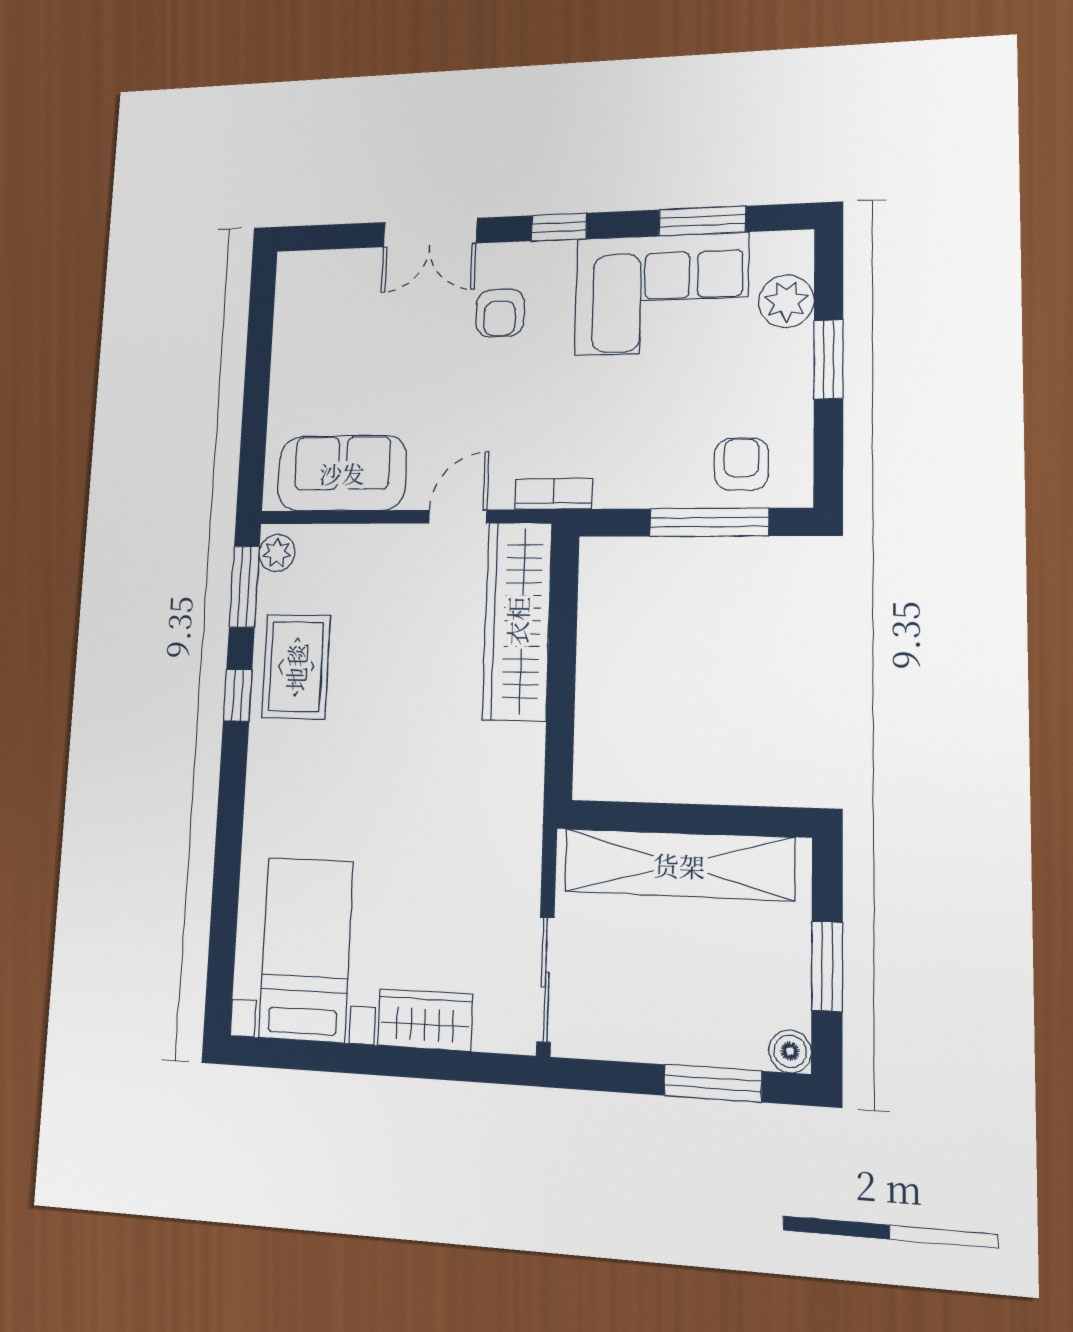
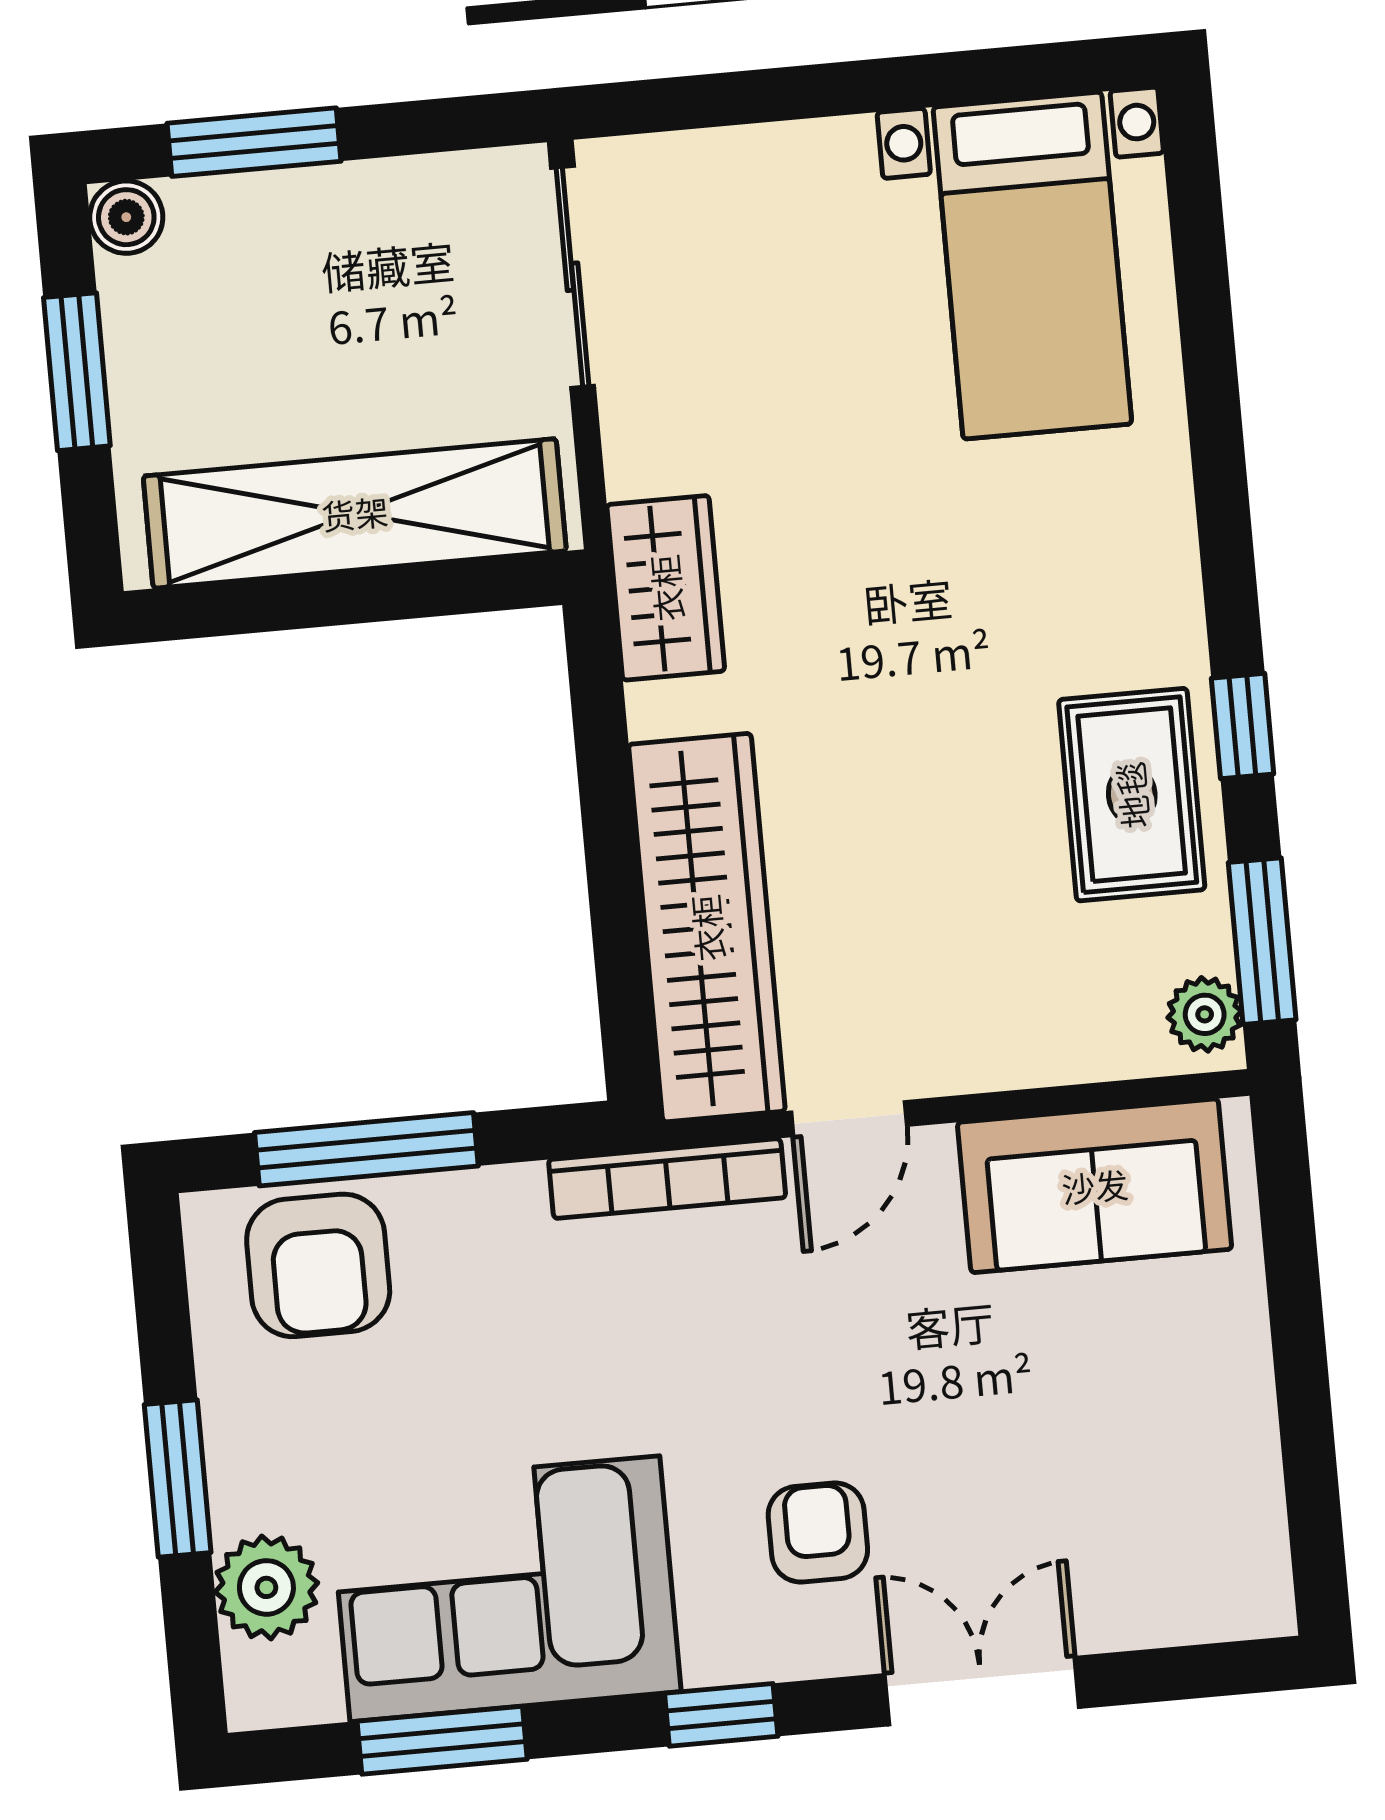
armchair: (741, 464) -> (318, 1265), width x1.38, depth x1.38
bookcase: (554, 494) -> (667, 1179), width x1.56
wardrobe: (425, 1020) -> (666, 588), moved, turned -90

